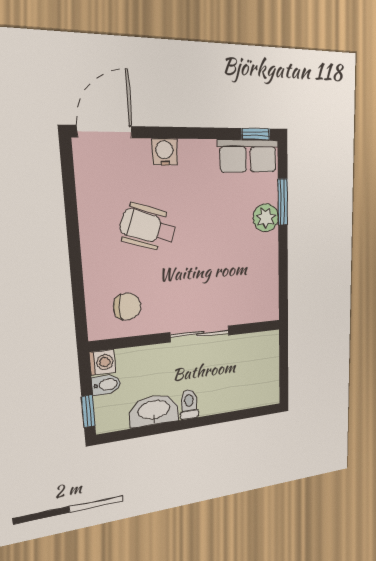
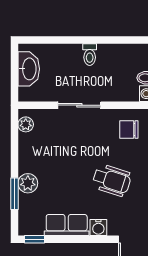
row of seats: (248, 156) -> (67, 225), moved
plant: (269, 300) -> (26, 124), added
washbasin: (154, 411) -> (29, 69), moved, turned -90

